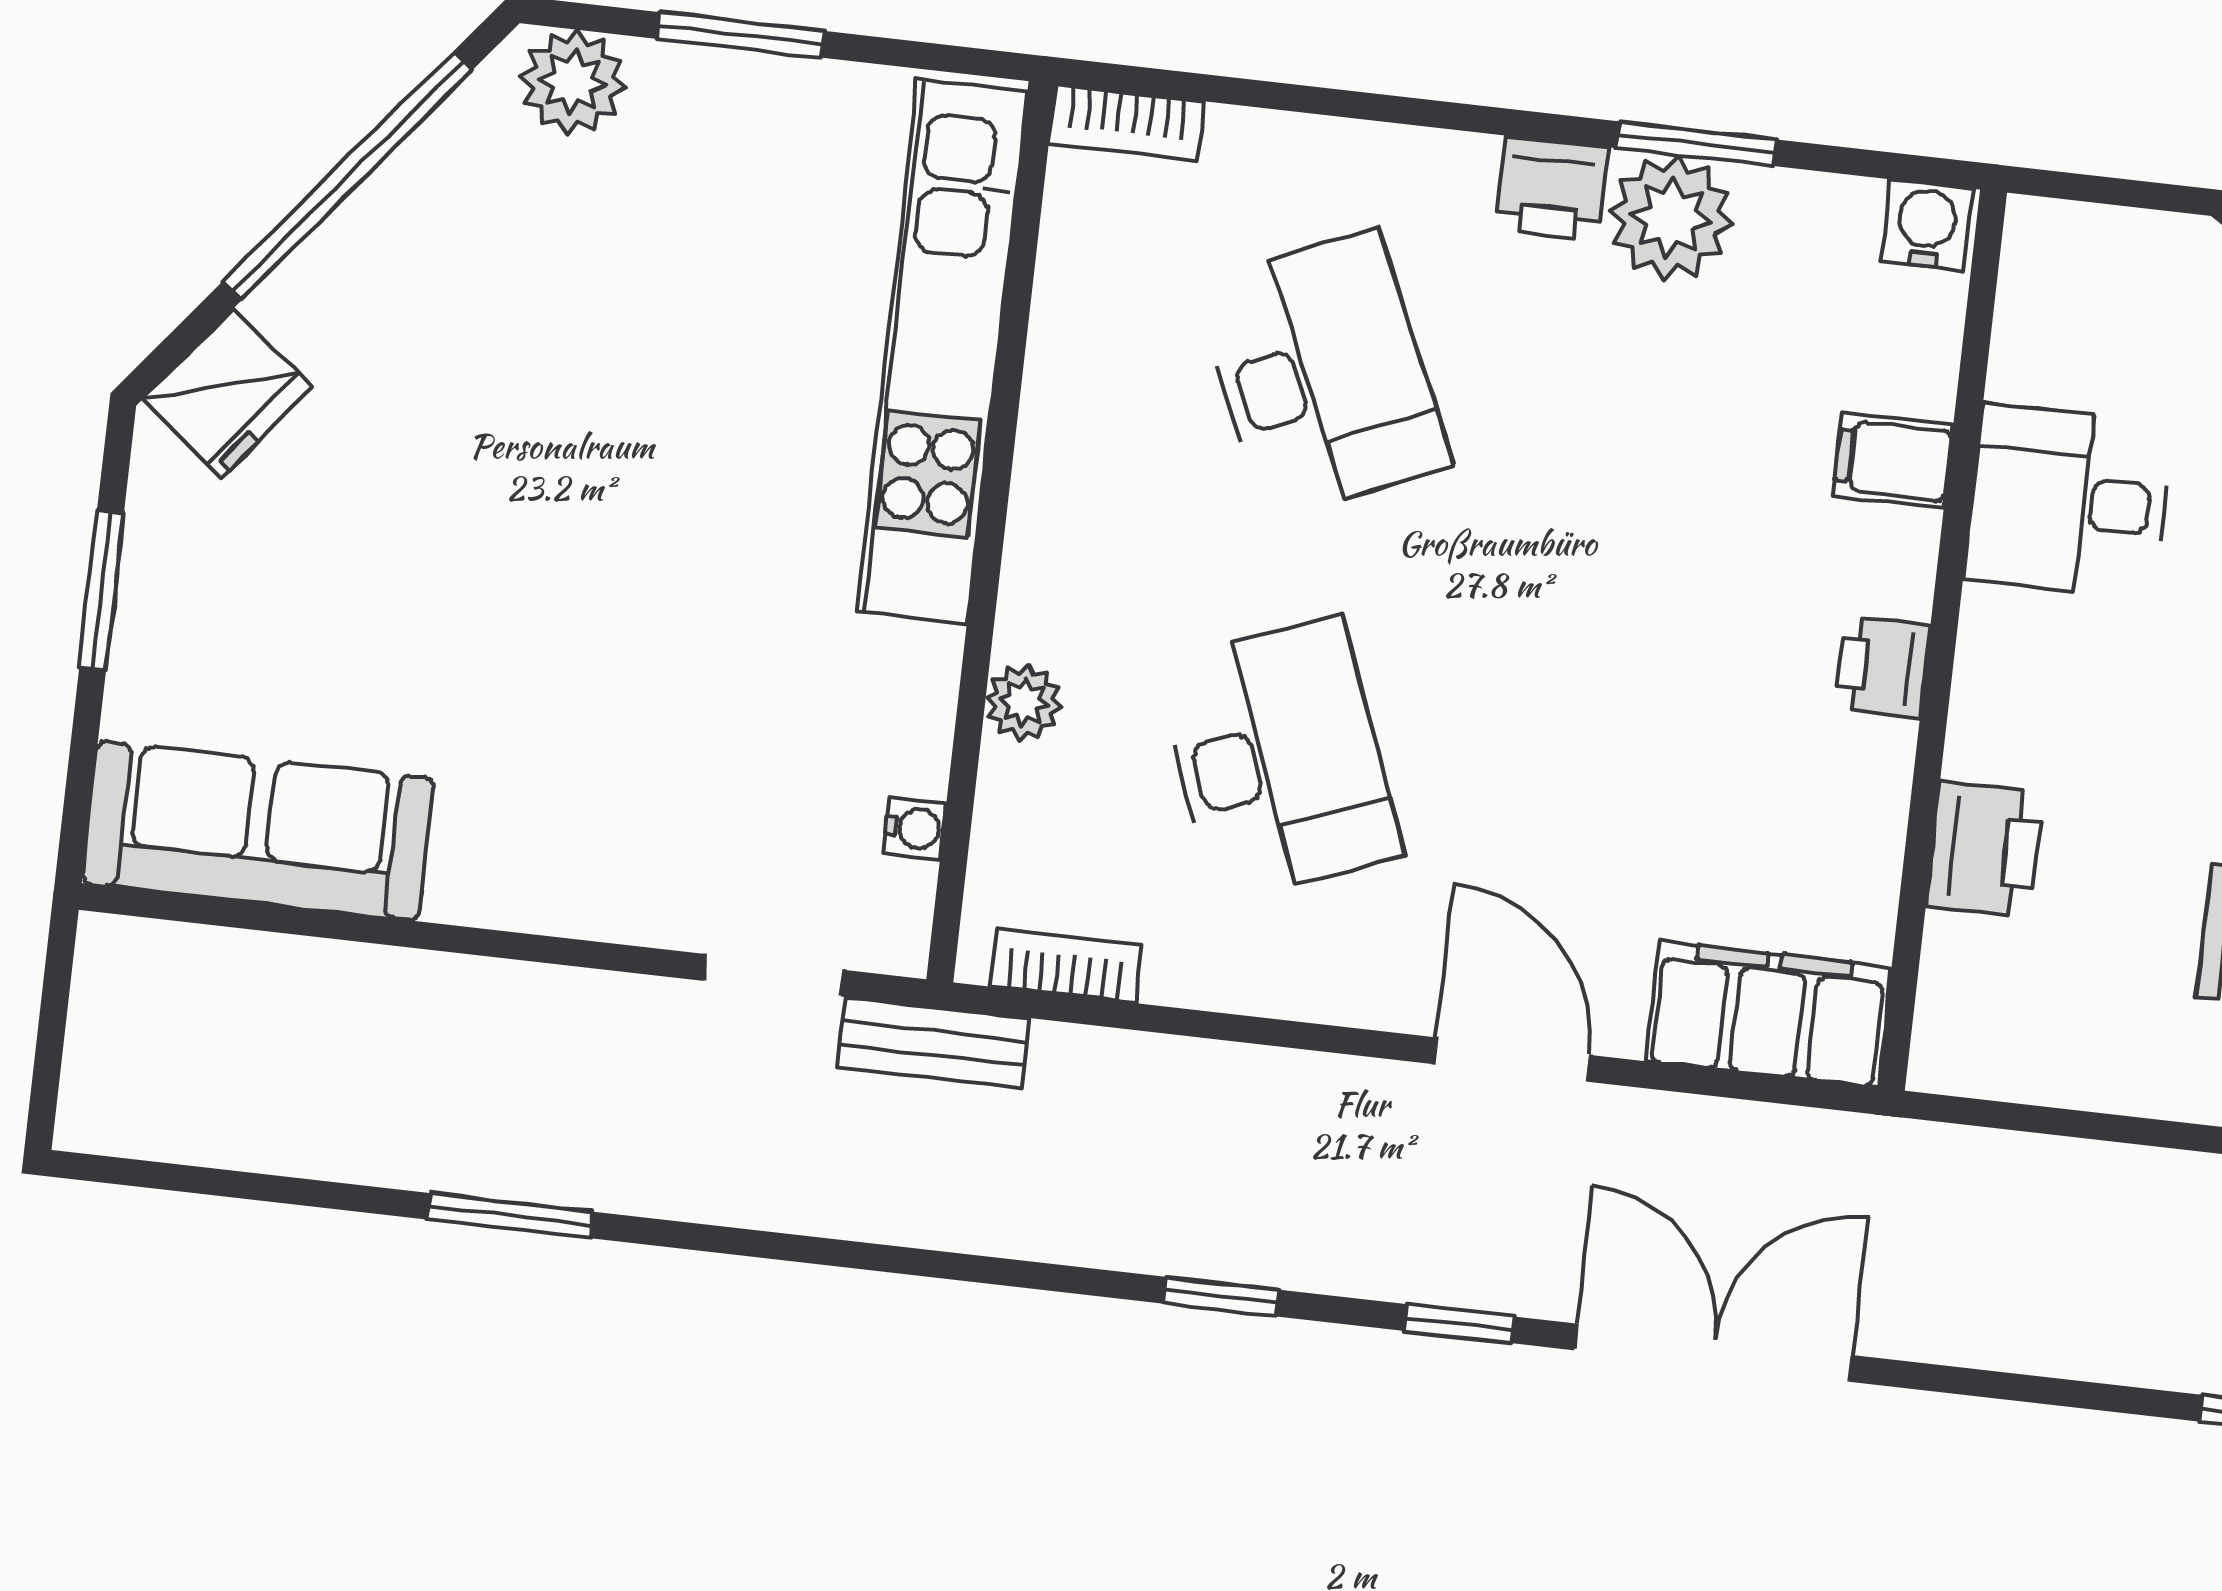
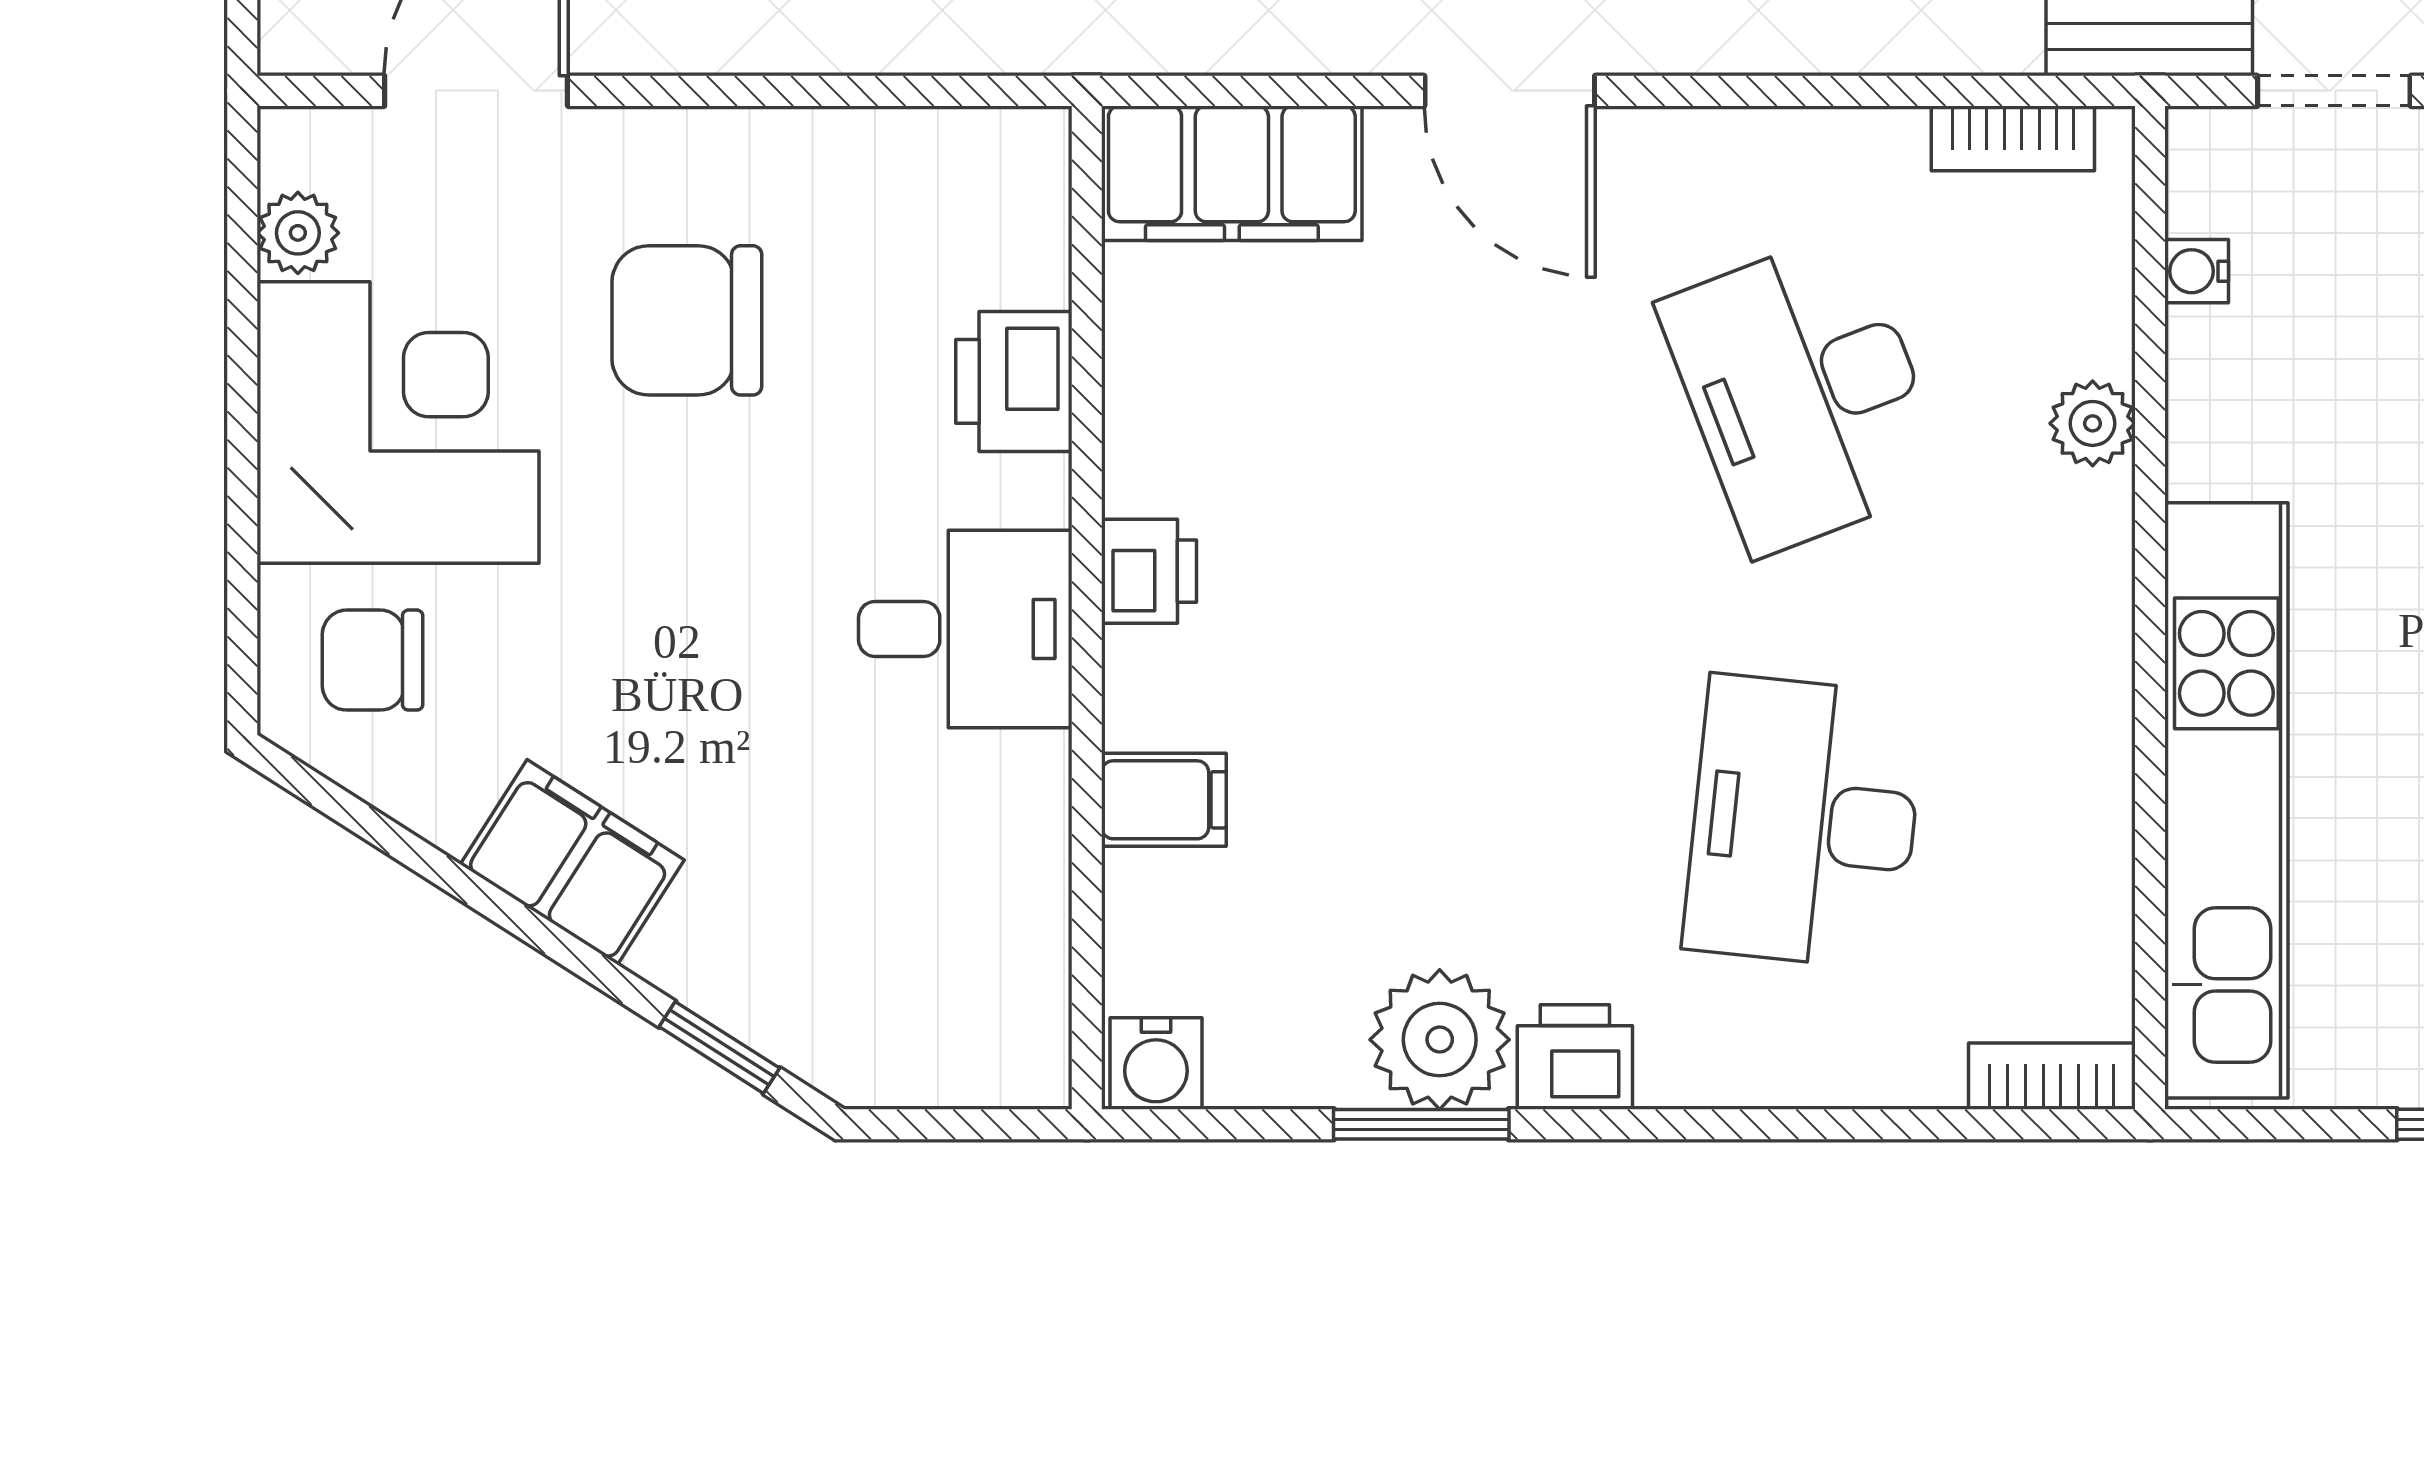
desk: (1322, 375) -> (1804, 822), turned 30
desk: (2068, 502) -> (965, 629), moved

